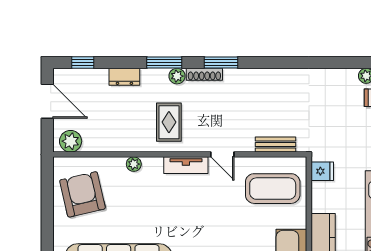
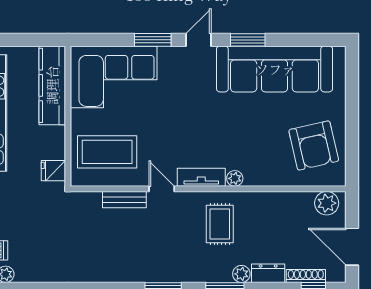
shoe rack: (204, 74) -> (306, 276), moved
plant: (177, 76) -> (241, 274), moved
bench: (275, 145) -> (124, 200), moved
plant: (134, 164) -> (235, 178), moved

